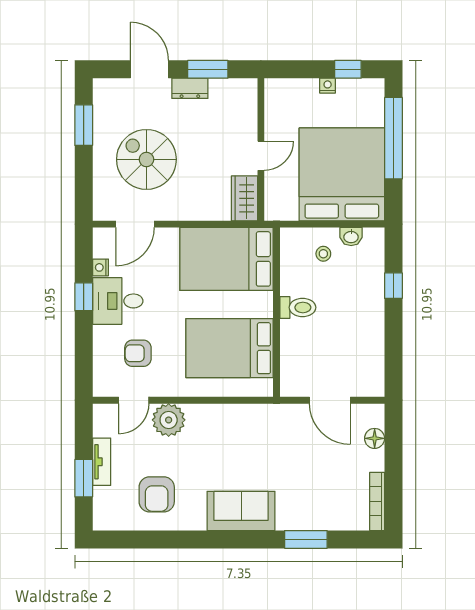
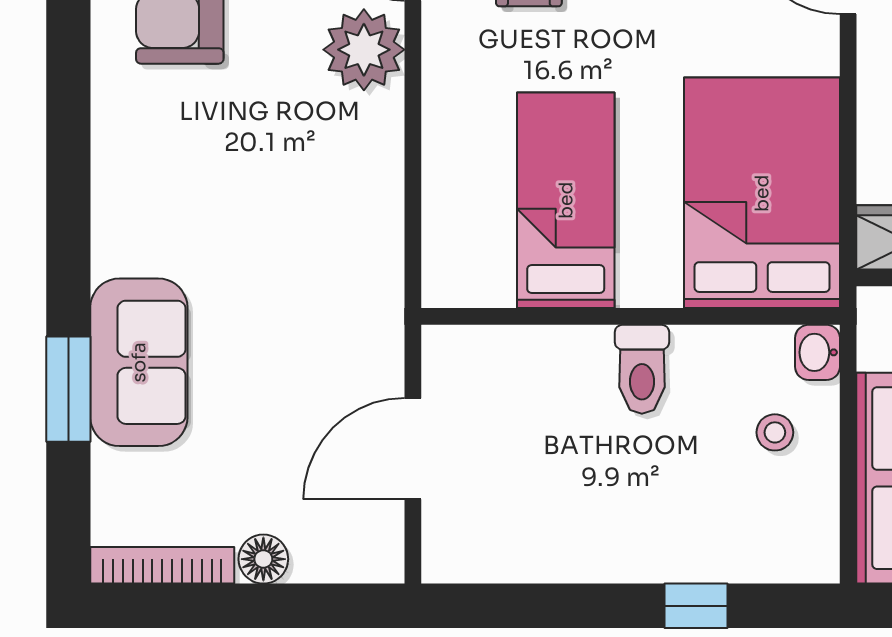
washbasin: (351, 237) -> (818, 352), moved
bed: (229, 348) -> (566, 200), width x0.67
floor lamp: (375, 438) -> (263, 559), moved
sofa: (241, 511) -> (139, 362), moved

